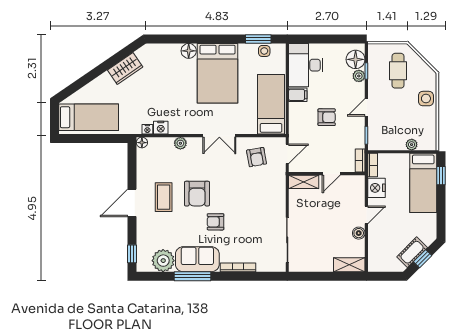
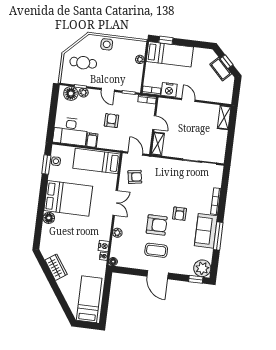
boiler: (359, 233) -> (201, 107), removed
plant: (163, 261) -> (202, 268), moved

